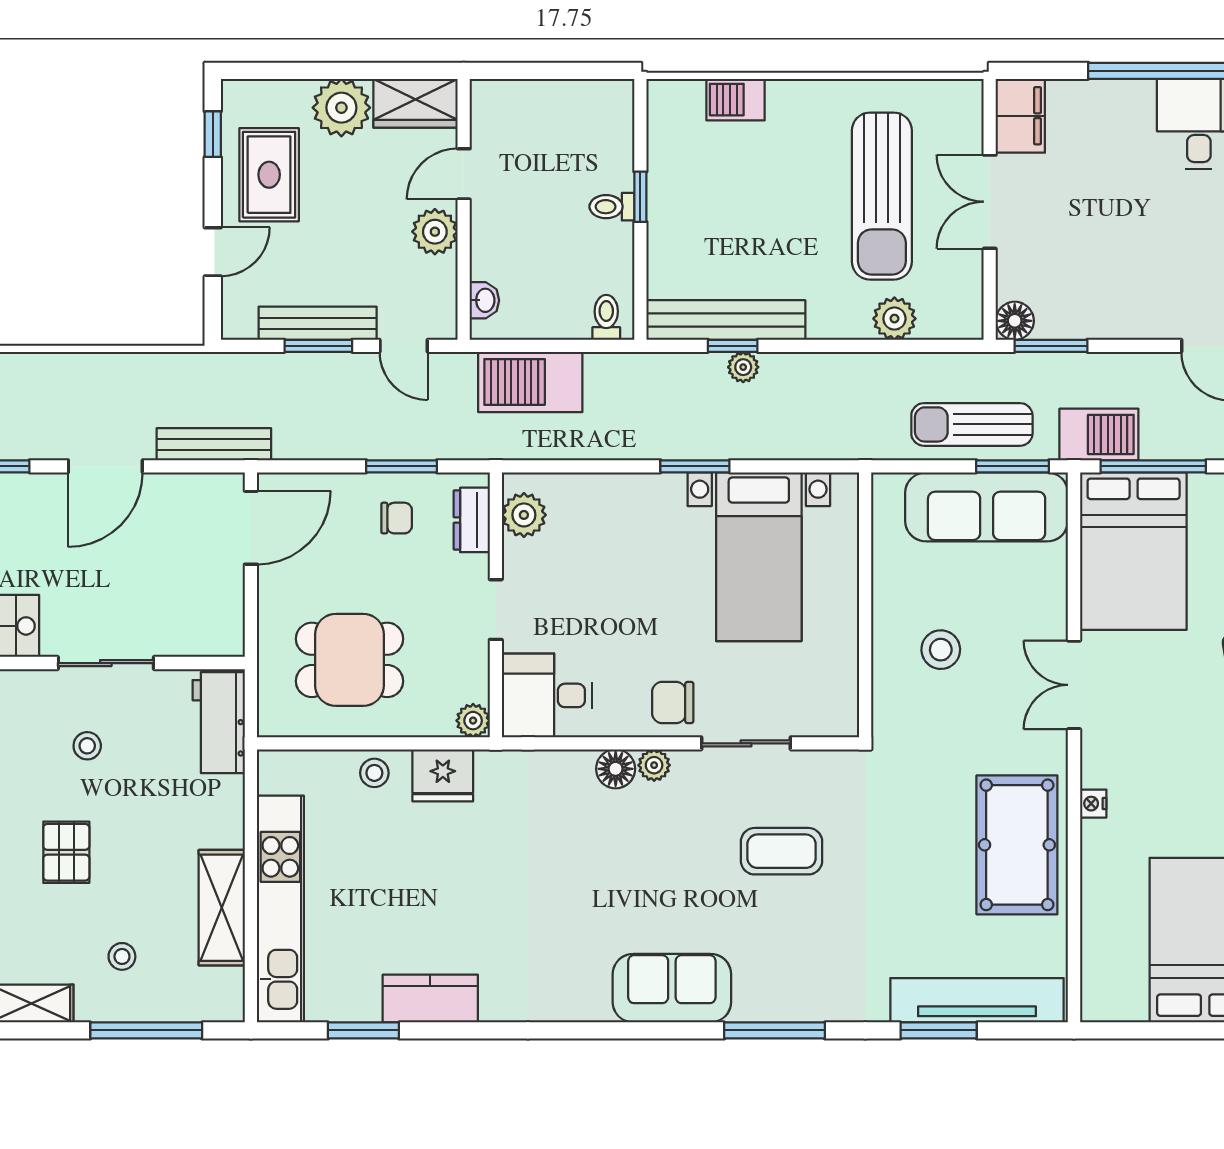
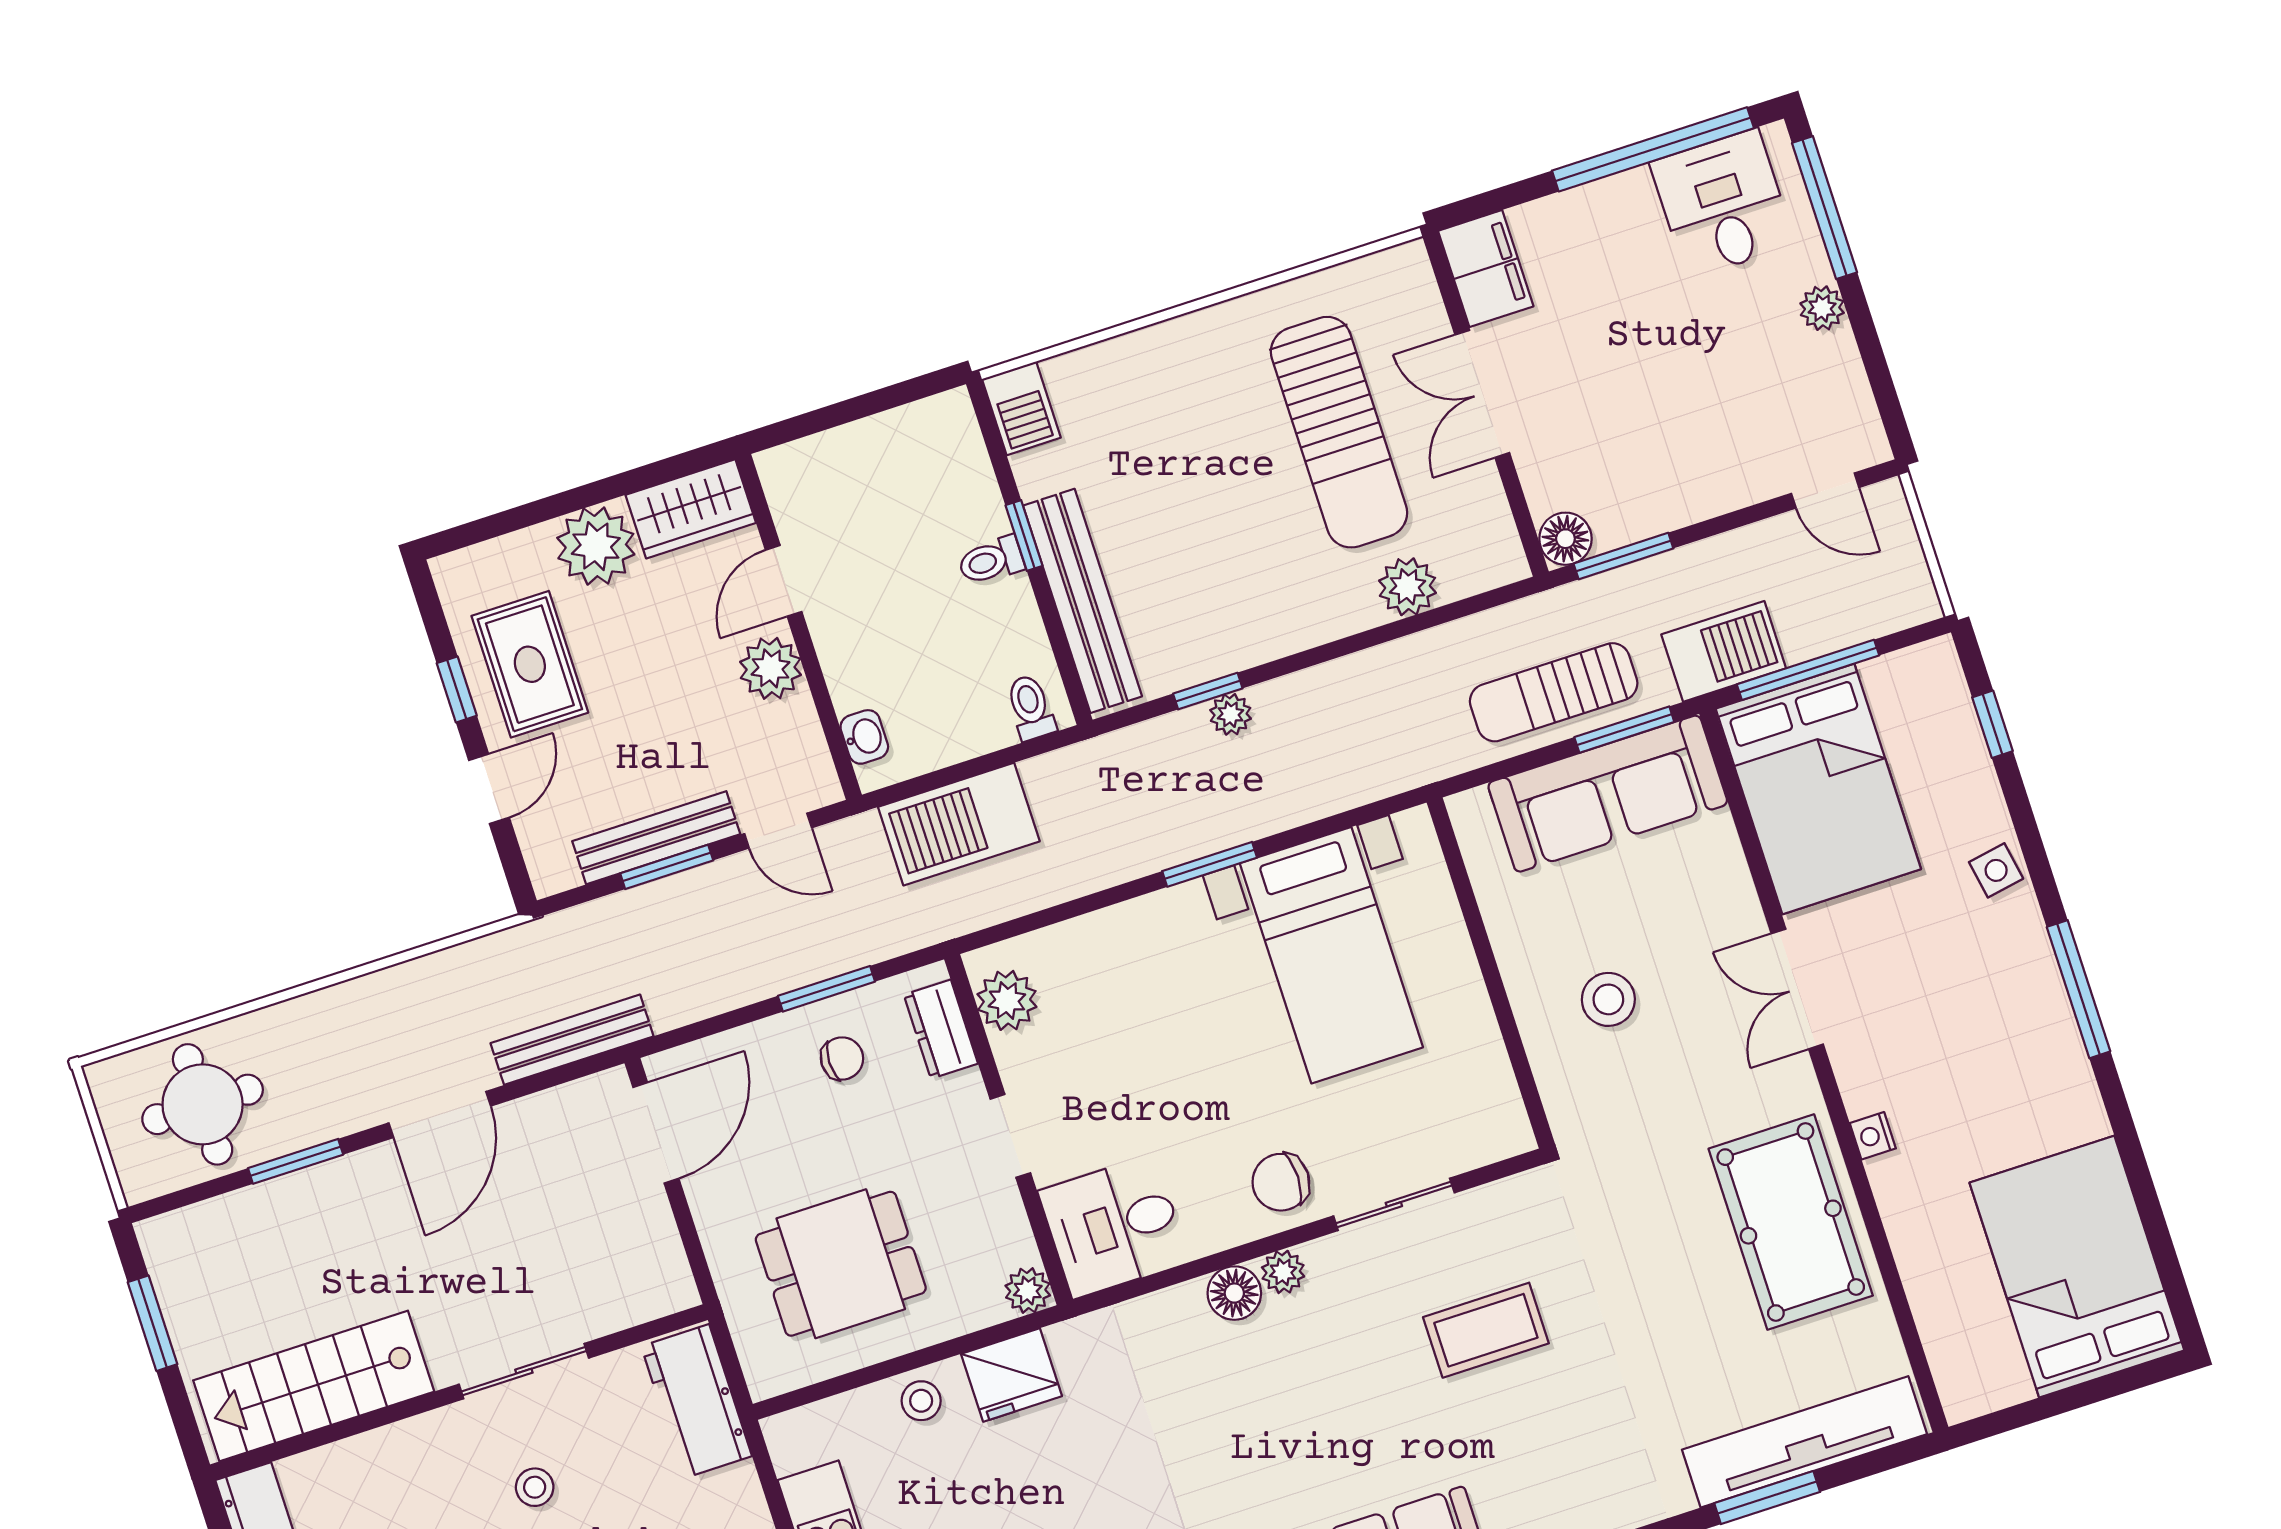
barbecue: (736, 100) -> (1021, 408), moved, turned -90
window: (213, 134) -> (457, 689), moved
bench: (726, 320) -> (1082, 601), moved, turned 90

